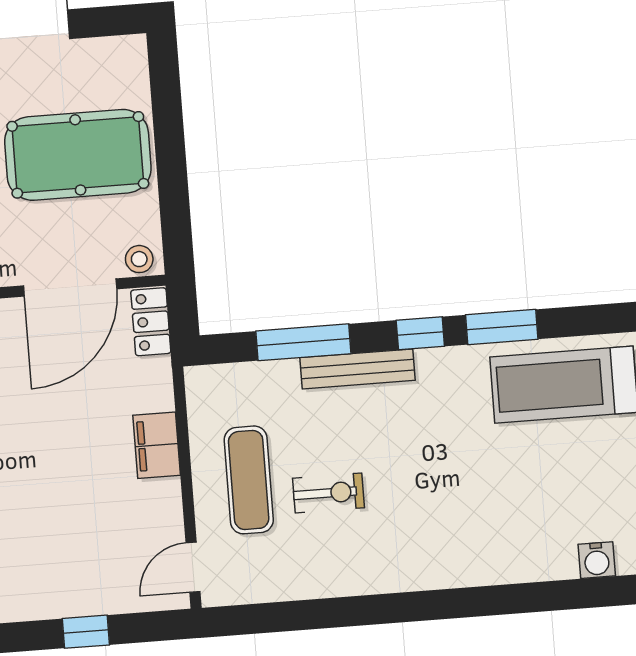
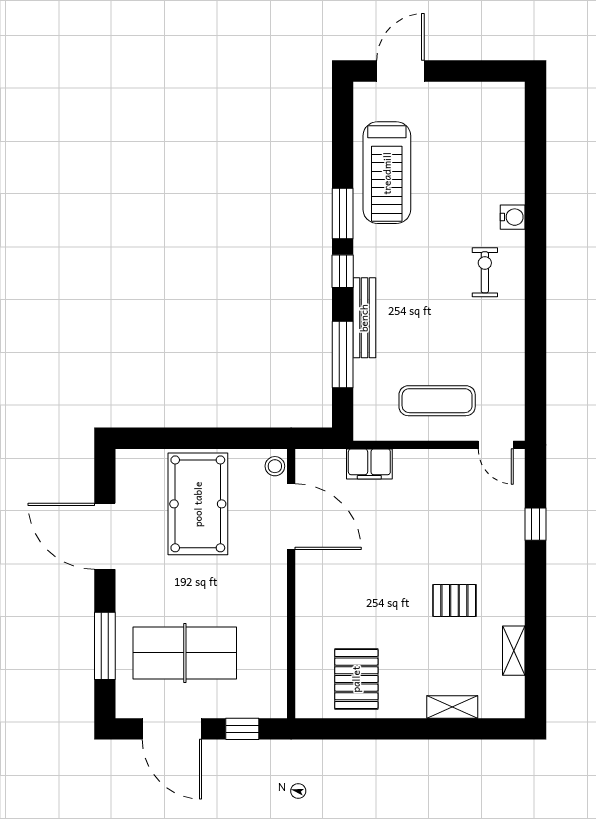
locker: (151, 322) -> (320, 461), removed
filing cabinet: (157, 445) -> (369, 464), moved
exercise bike: (328, 493) -> (485, 272), moved
water cooler: (597, 560) -> (513, 217), moved

